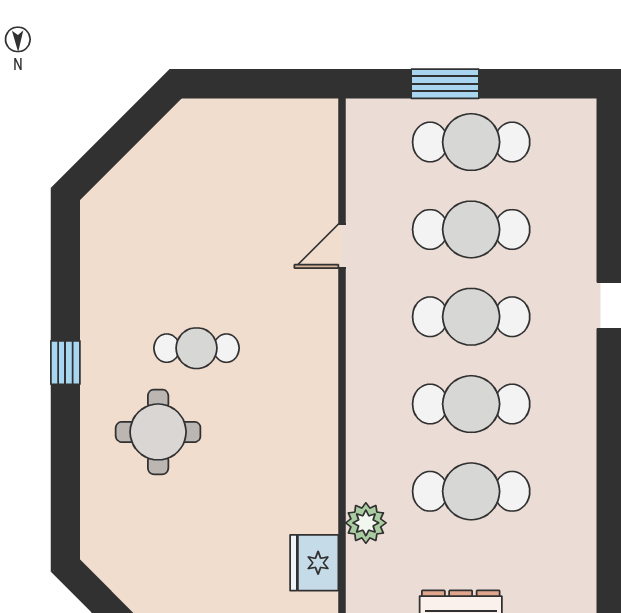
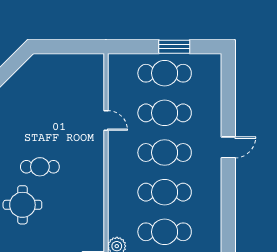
window: (445, 84) -> (174, 47), moved
door: (342, 246) -> (106, 120), swing flipped

